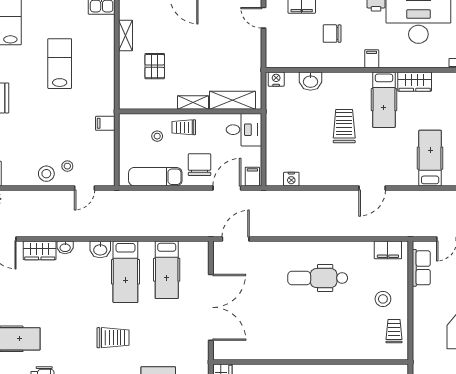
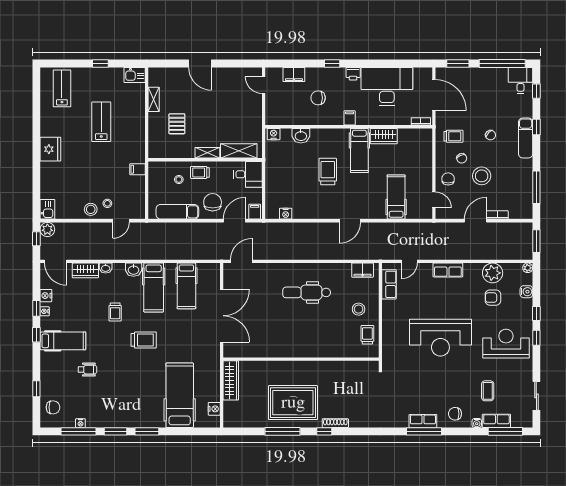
trolley: (77, 303) -> (115, 312), added

